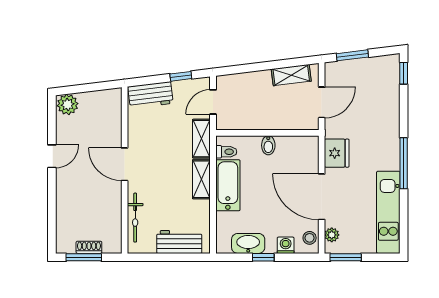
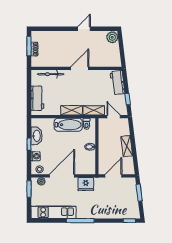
shelving: (291, 75) -> (127, 146), moved
door: (322, 102) -> (113, 176), swing flipped
door: (52, 156) -> (84, 29), swing flipped

